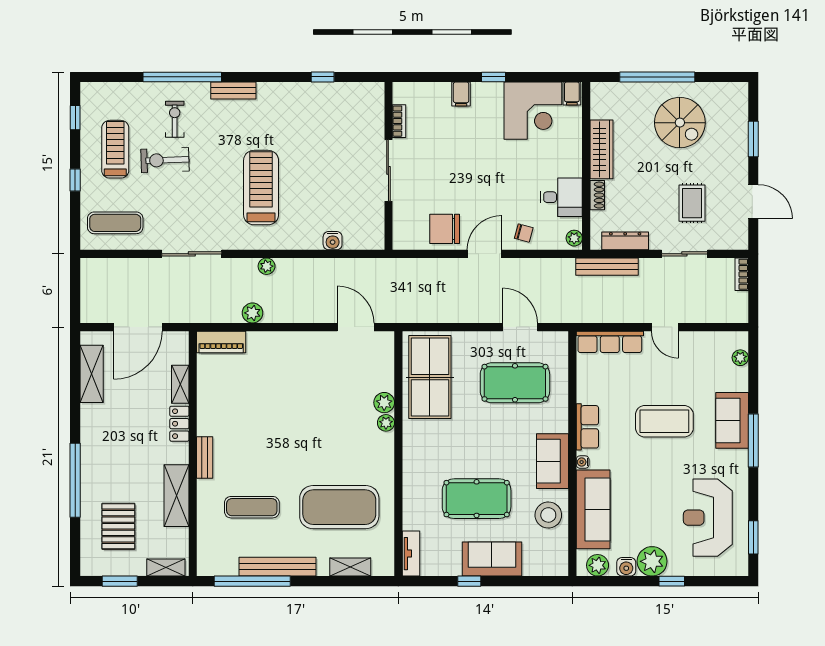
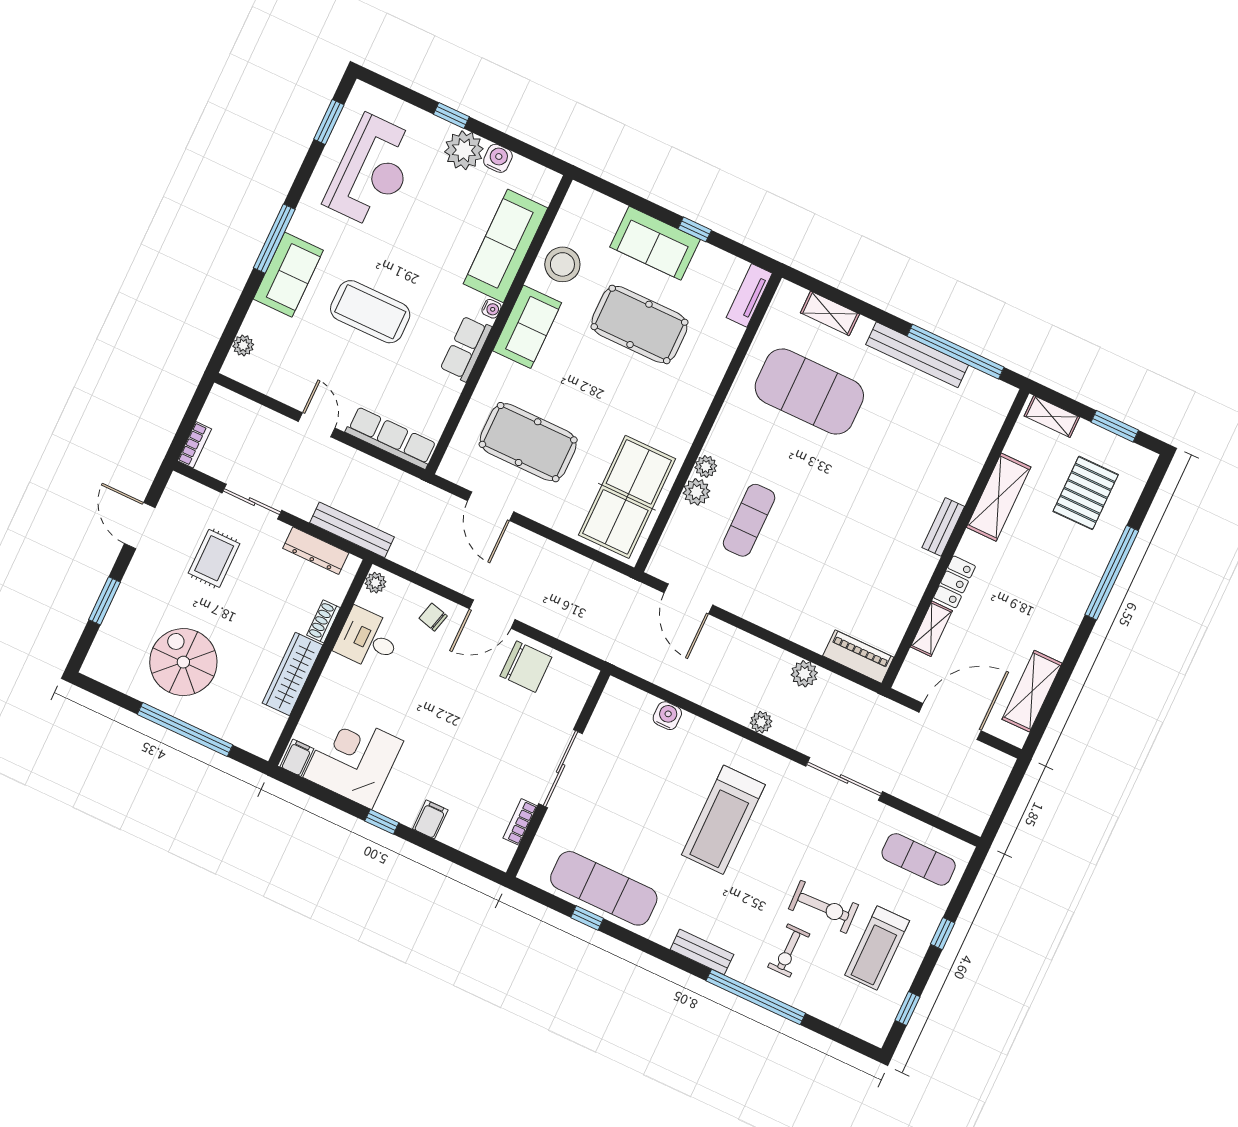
exercise mat: (321, 103) -> (604, 888), added
exercise mat: (252, 507) -> (749, 520), moved, turned 90
plant: (598, 565) -> (532, 176), removed

